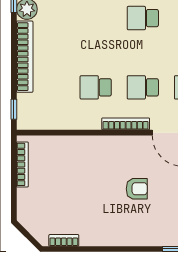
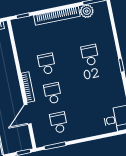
school desk: (143, 18) -> (90, 55), moved

